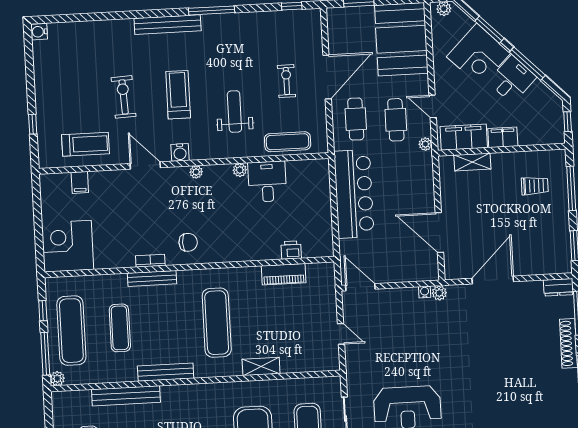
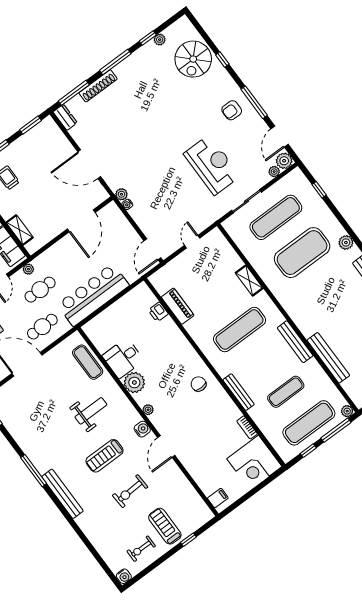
exercise bike: (286, 81) -> (141, 549), moved
weight bench: (234, 112) -> (91, 411), turned 180
cafe table: (396, 120) -> (40, 290), moved
treadmill: (86, 144) -> (165, 526), moved
plant: (240, 170) -> (134, 382), width x1.87, depth x1.87
filing cabinet: (80, 182) -> (218, 498), moved
bookcase: (150, 261) -> (247, 427), moved

